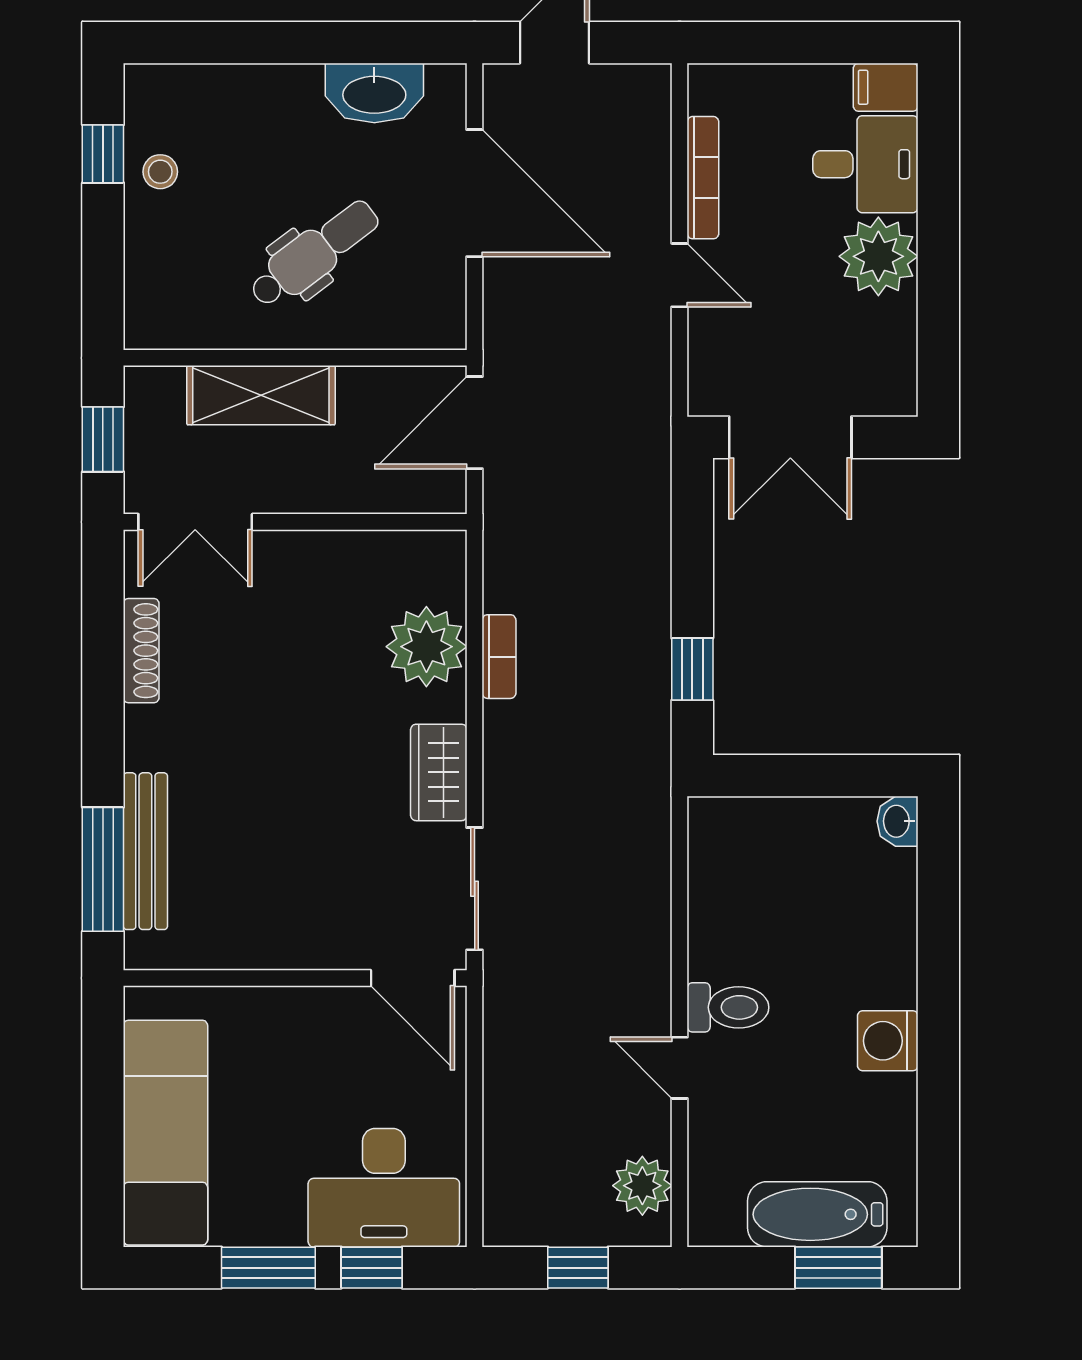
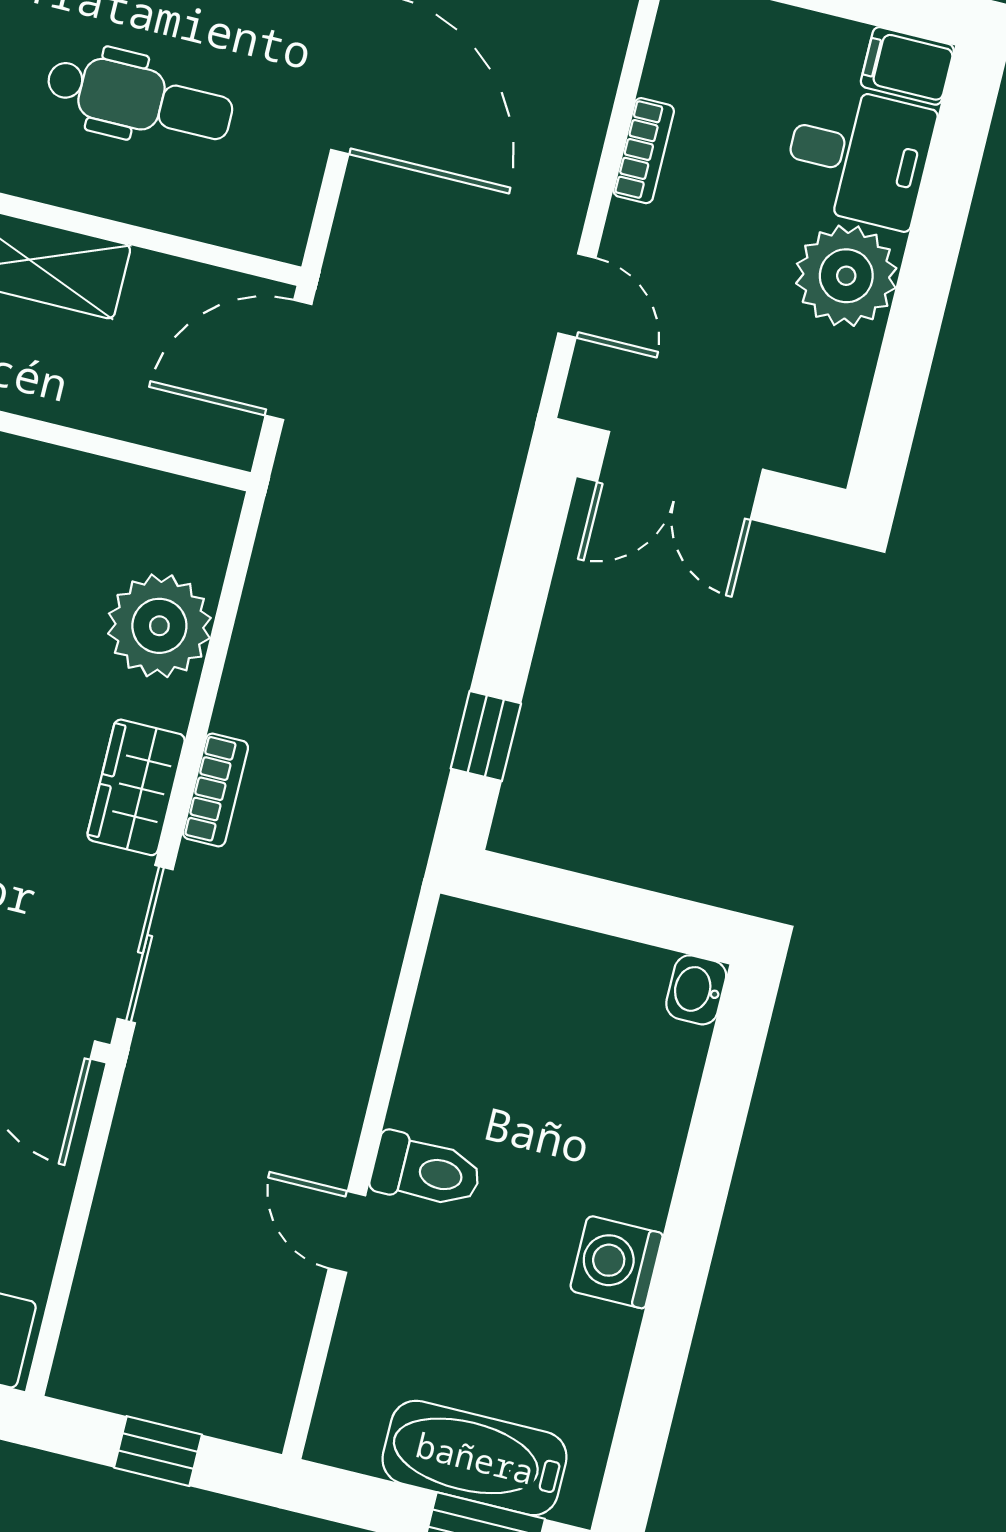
bookcase: (703, 178) -> (644, 151), width x0.64
dental chair: (314, 254) -> (140, 99), turned 37
door: (680, 275) -> (577, 296), moved
bookcase: (499, 657) -> (215, 790), moved
plant: (642, 1186) -> (264, 1368), removed

